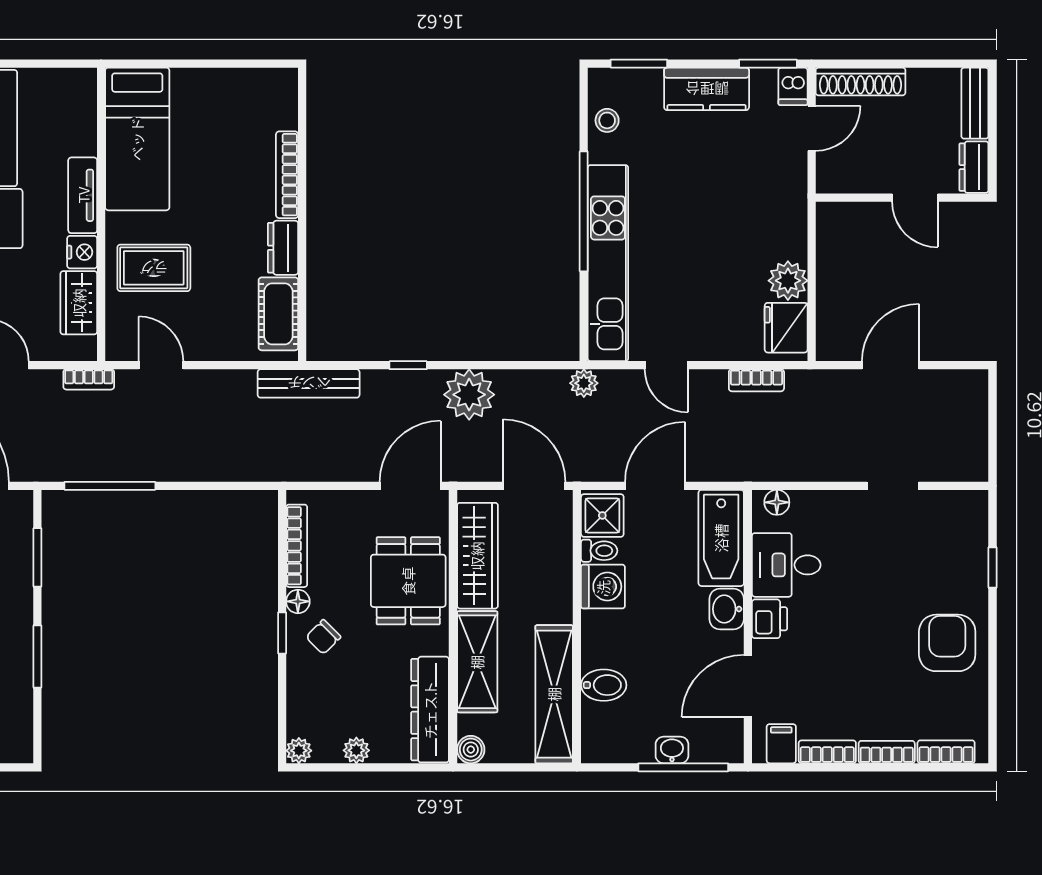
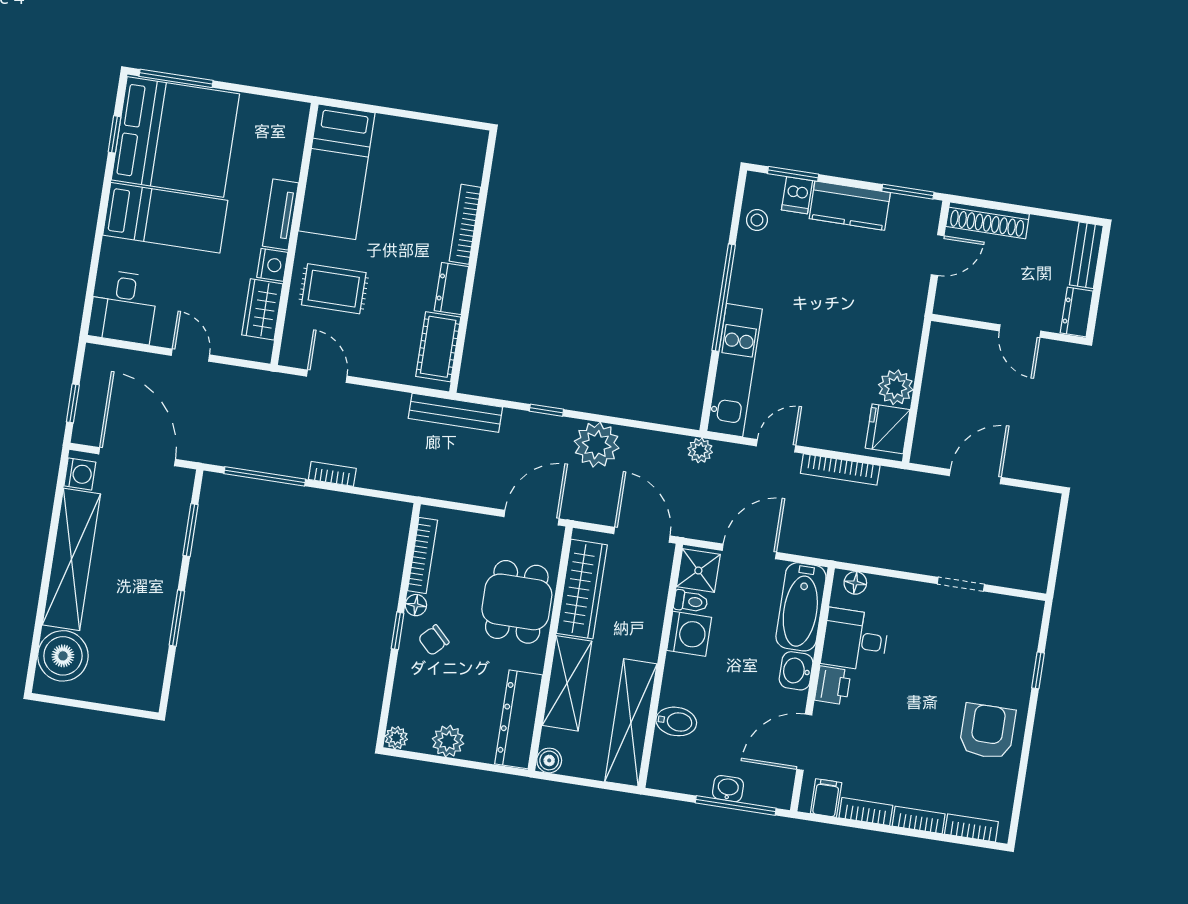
dishwasher: (793, 86) -> (797, 195), moved
kitchen unit: (608, 263) -> (735, 370), width x0.73
door: (666, 365) -> (776, 446), swing flipped
bookcase: (89, 379) -> (332, 474), moved, turned 180
bookcase: (756, 380) -> (840, 469), width x1.56
plant: (356, 750) -> (448, 741), width x1.38, depth x1.38

